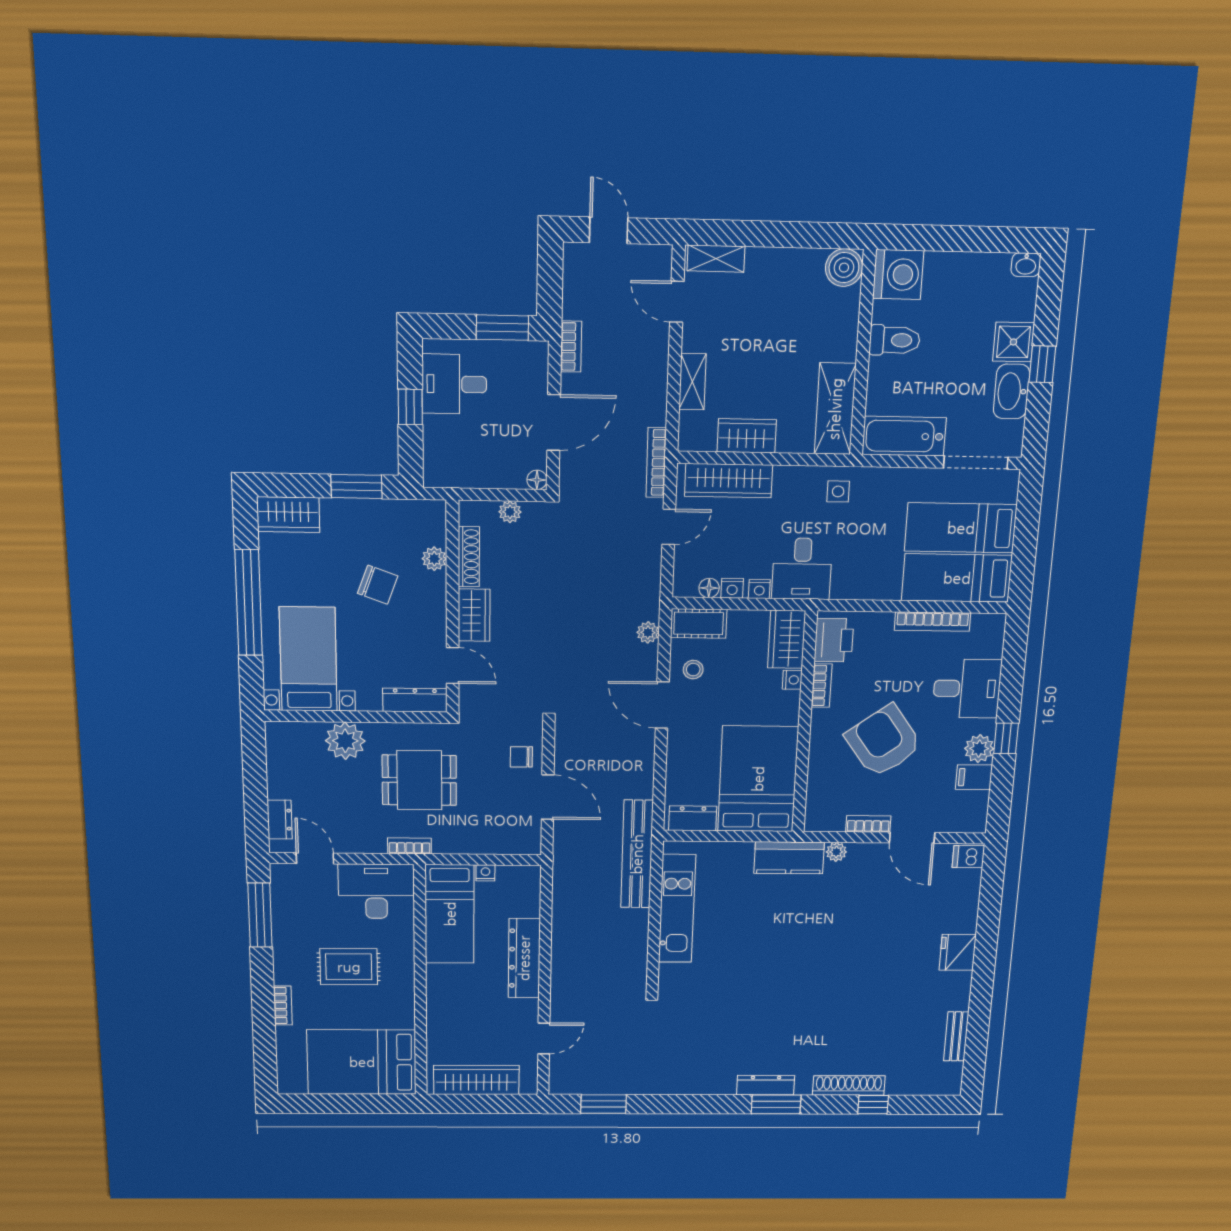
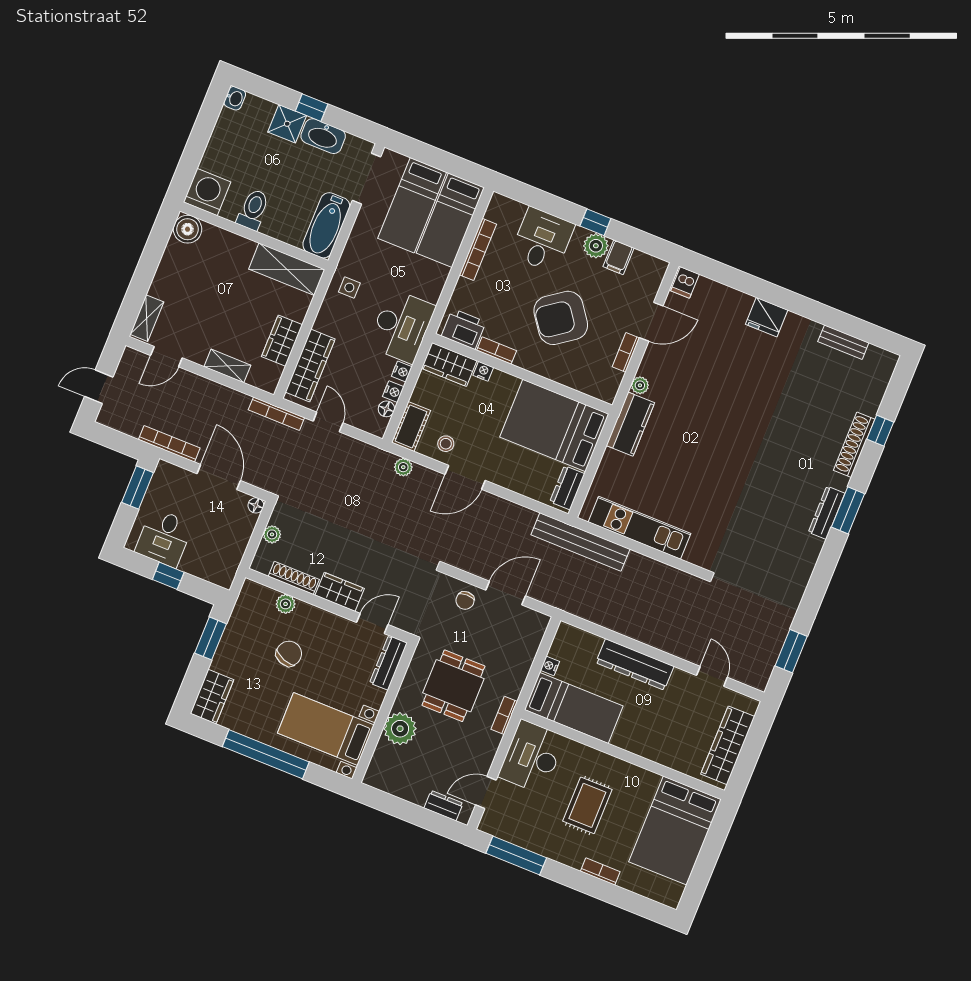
bookcase: (571, 347) -> (169, 444), width x1.56
desk: (802, 569) -> (402, 326), width x1.37

